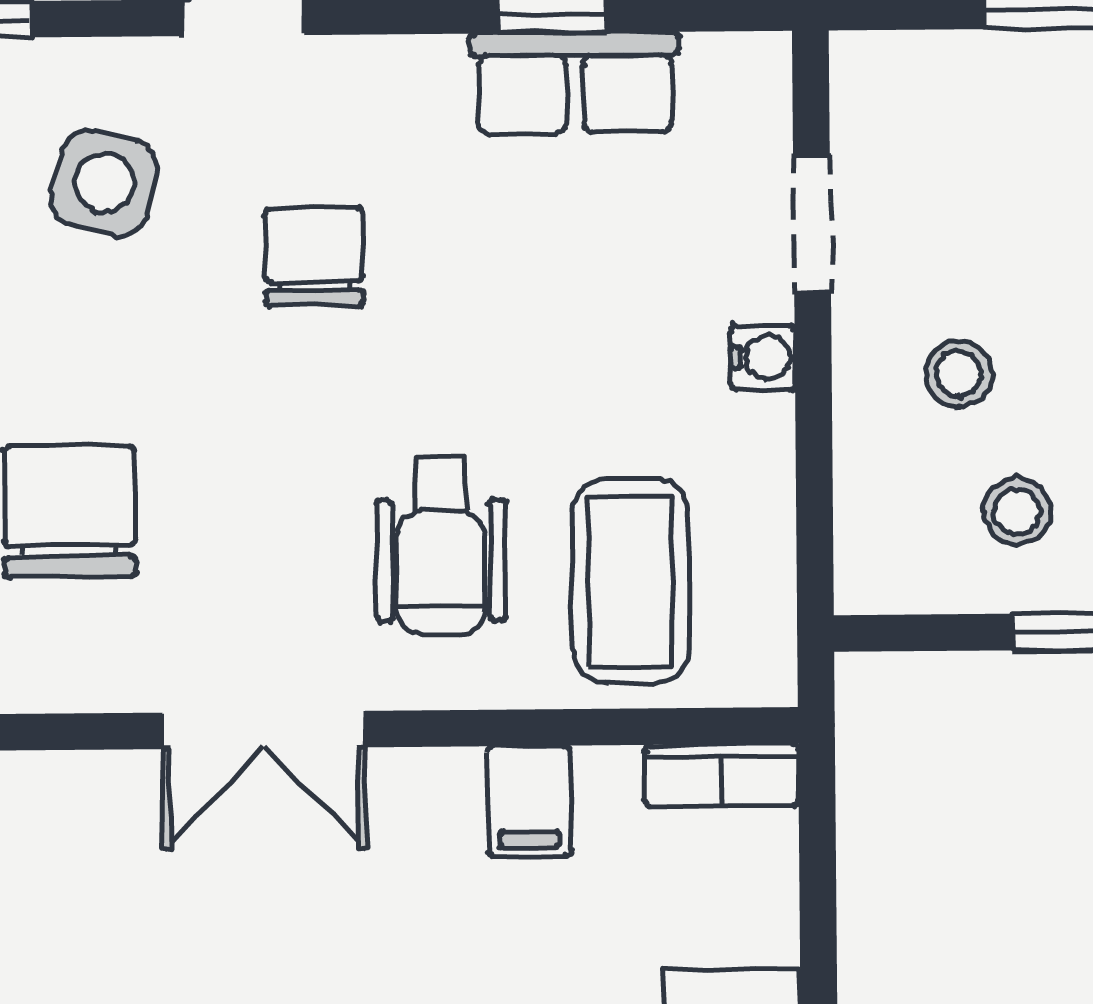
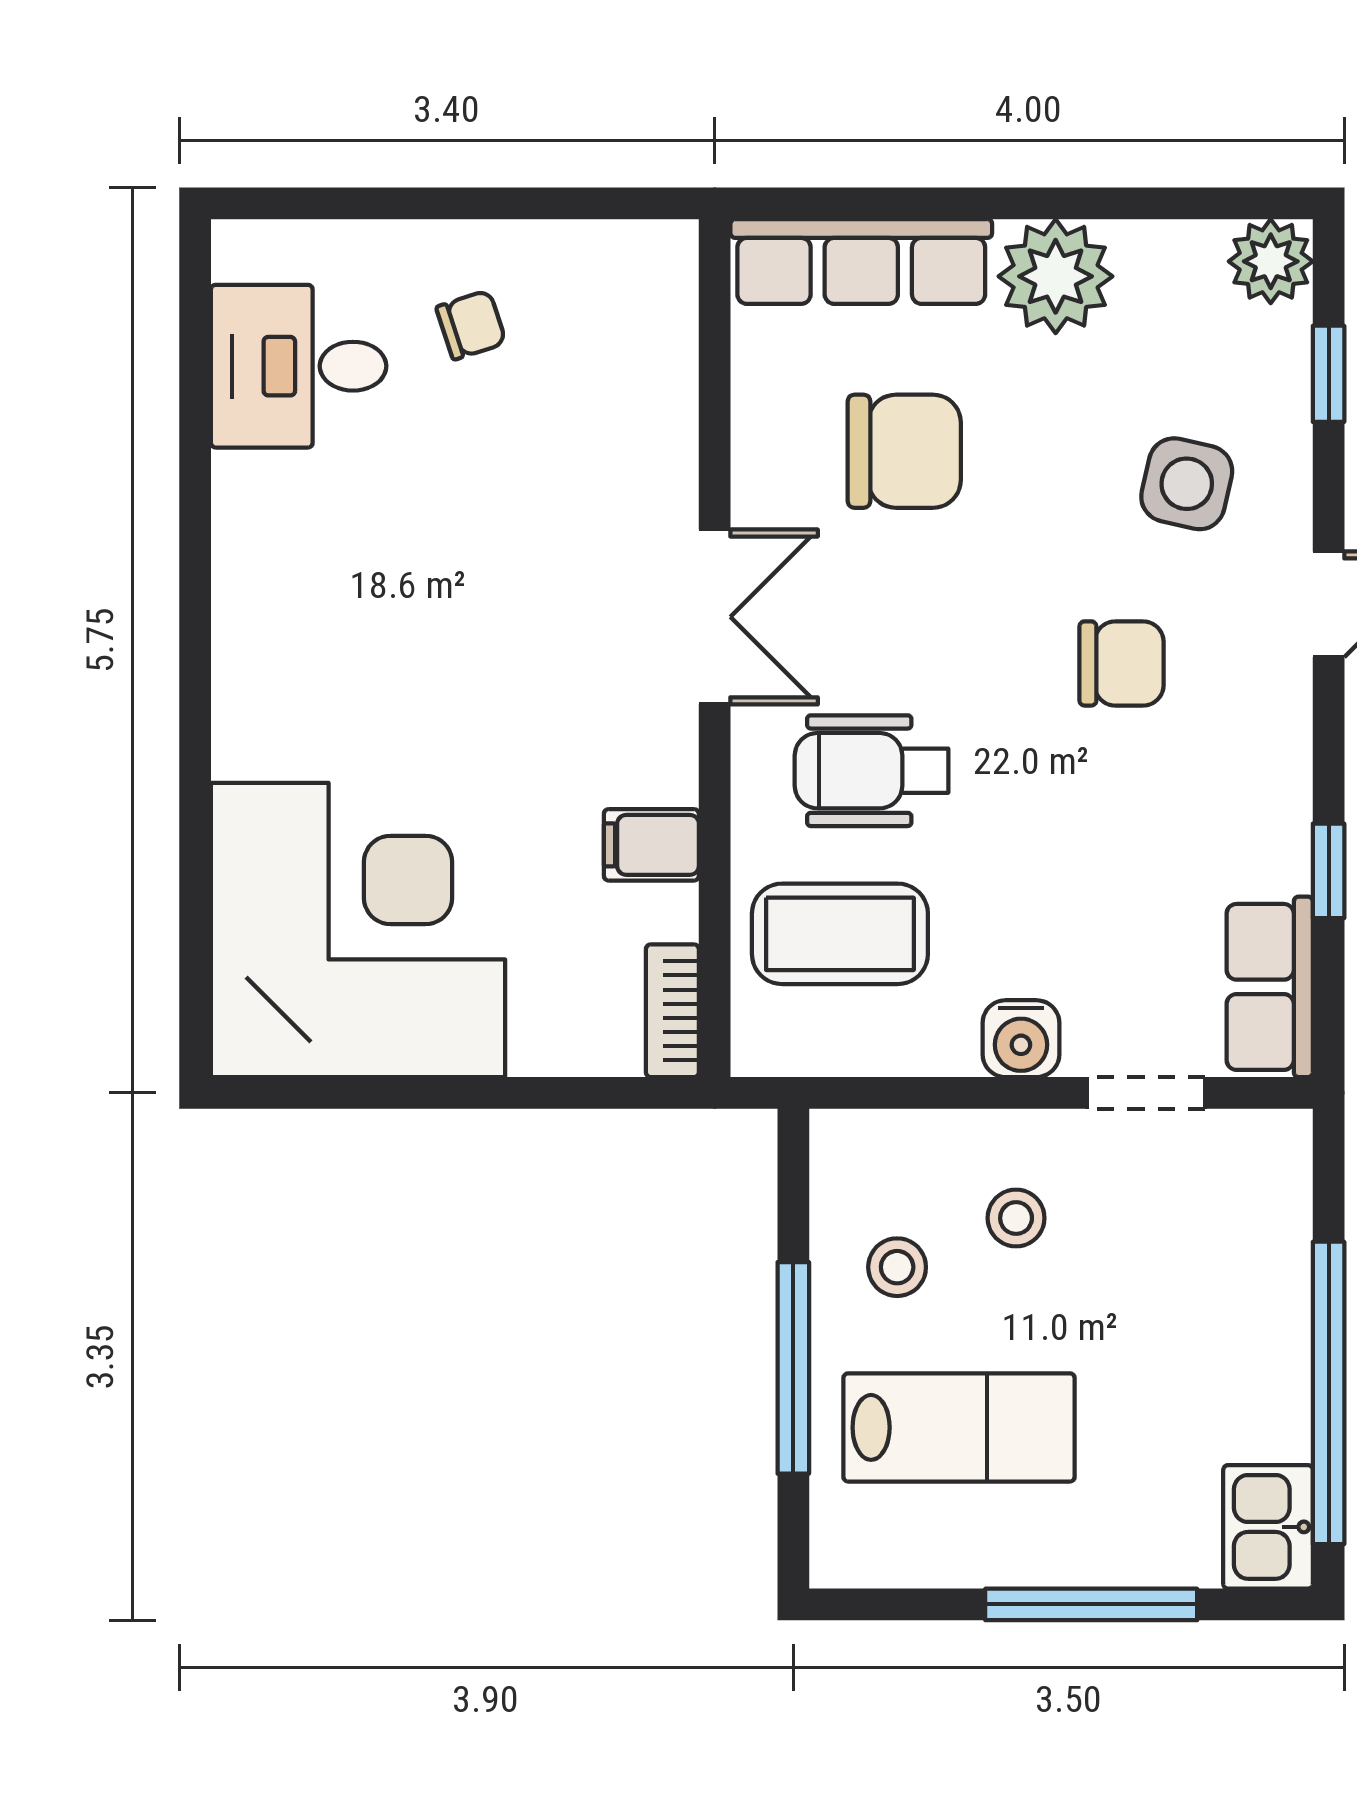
row of seats: (575, 83) -> (1270, 987), moved
water cooler: (763, 358) -> (1021, 1039), width x1.38, depth x1.38
double door: (264, 730) -> (715, 617), swing flipped

